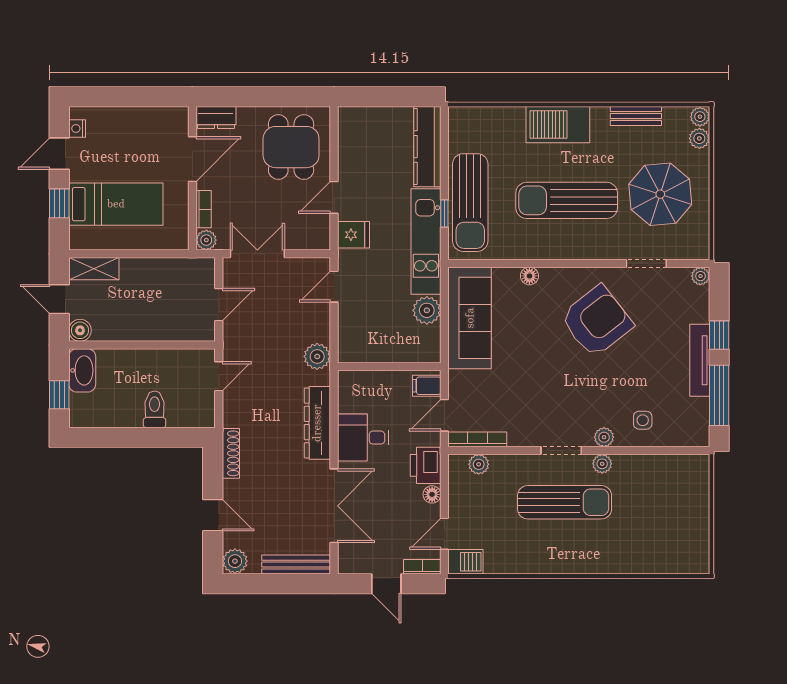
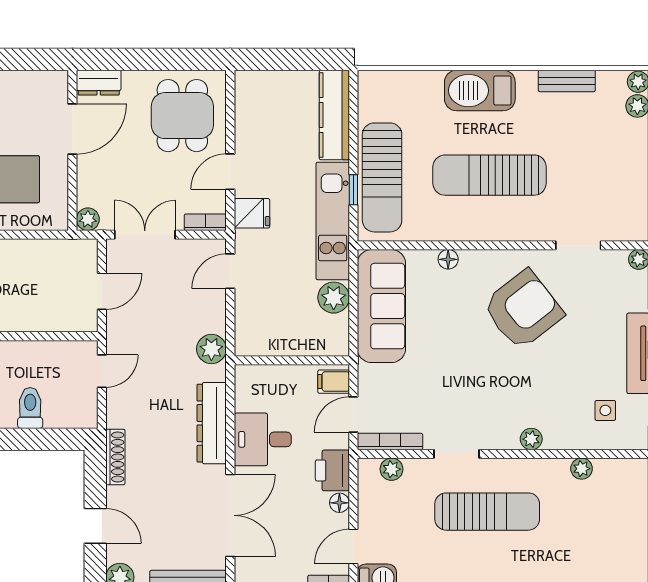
parasol: (660, 194) -> (594, 168), removed
bookcase: (204, 209) -> (205, 222), moved, turned -90
side table: (643, 420) -> (605, 410), moved
doorway: (561, 451) -> (457, 454), moved
plant: (602, 464) -> (582, 469), moved

